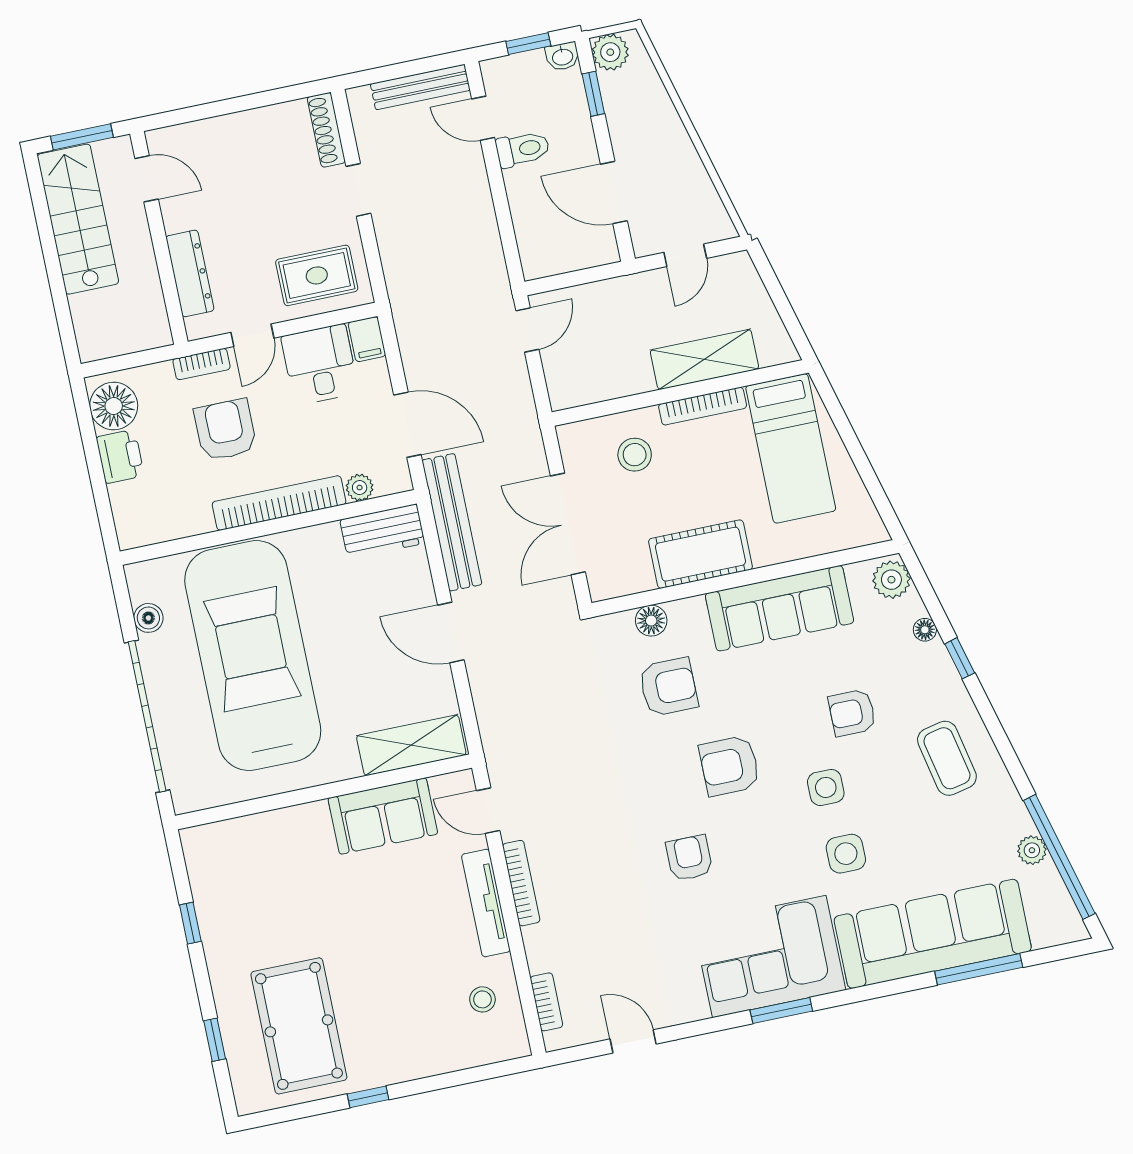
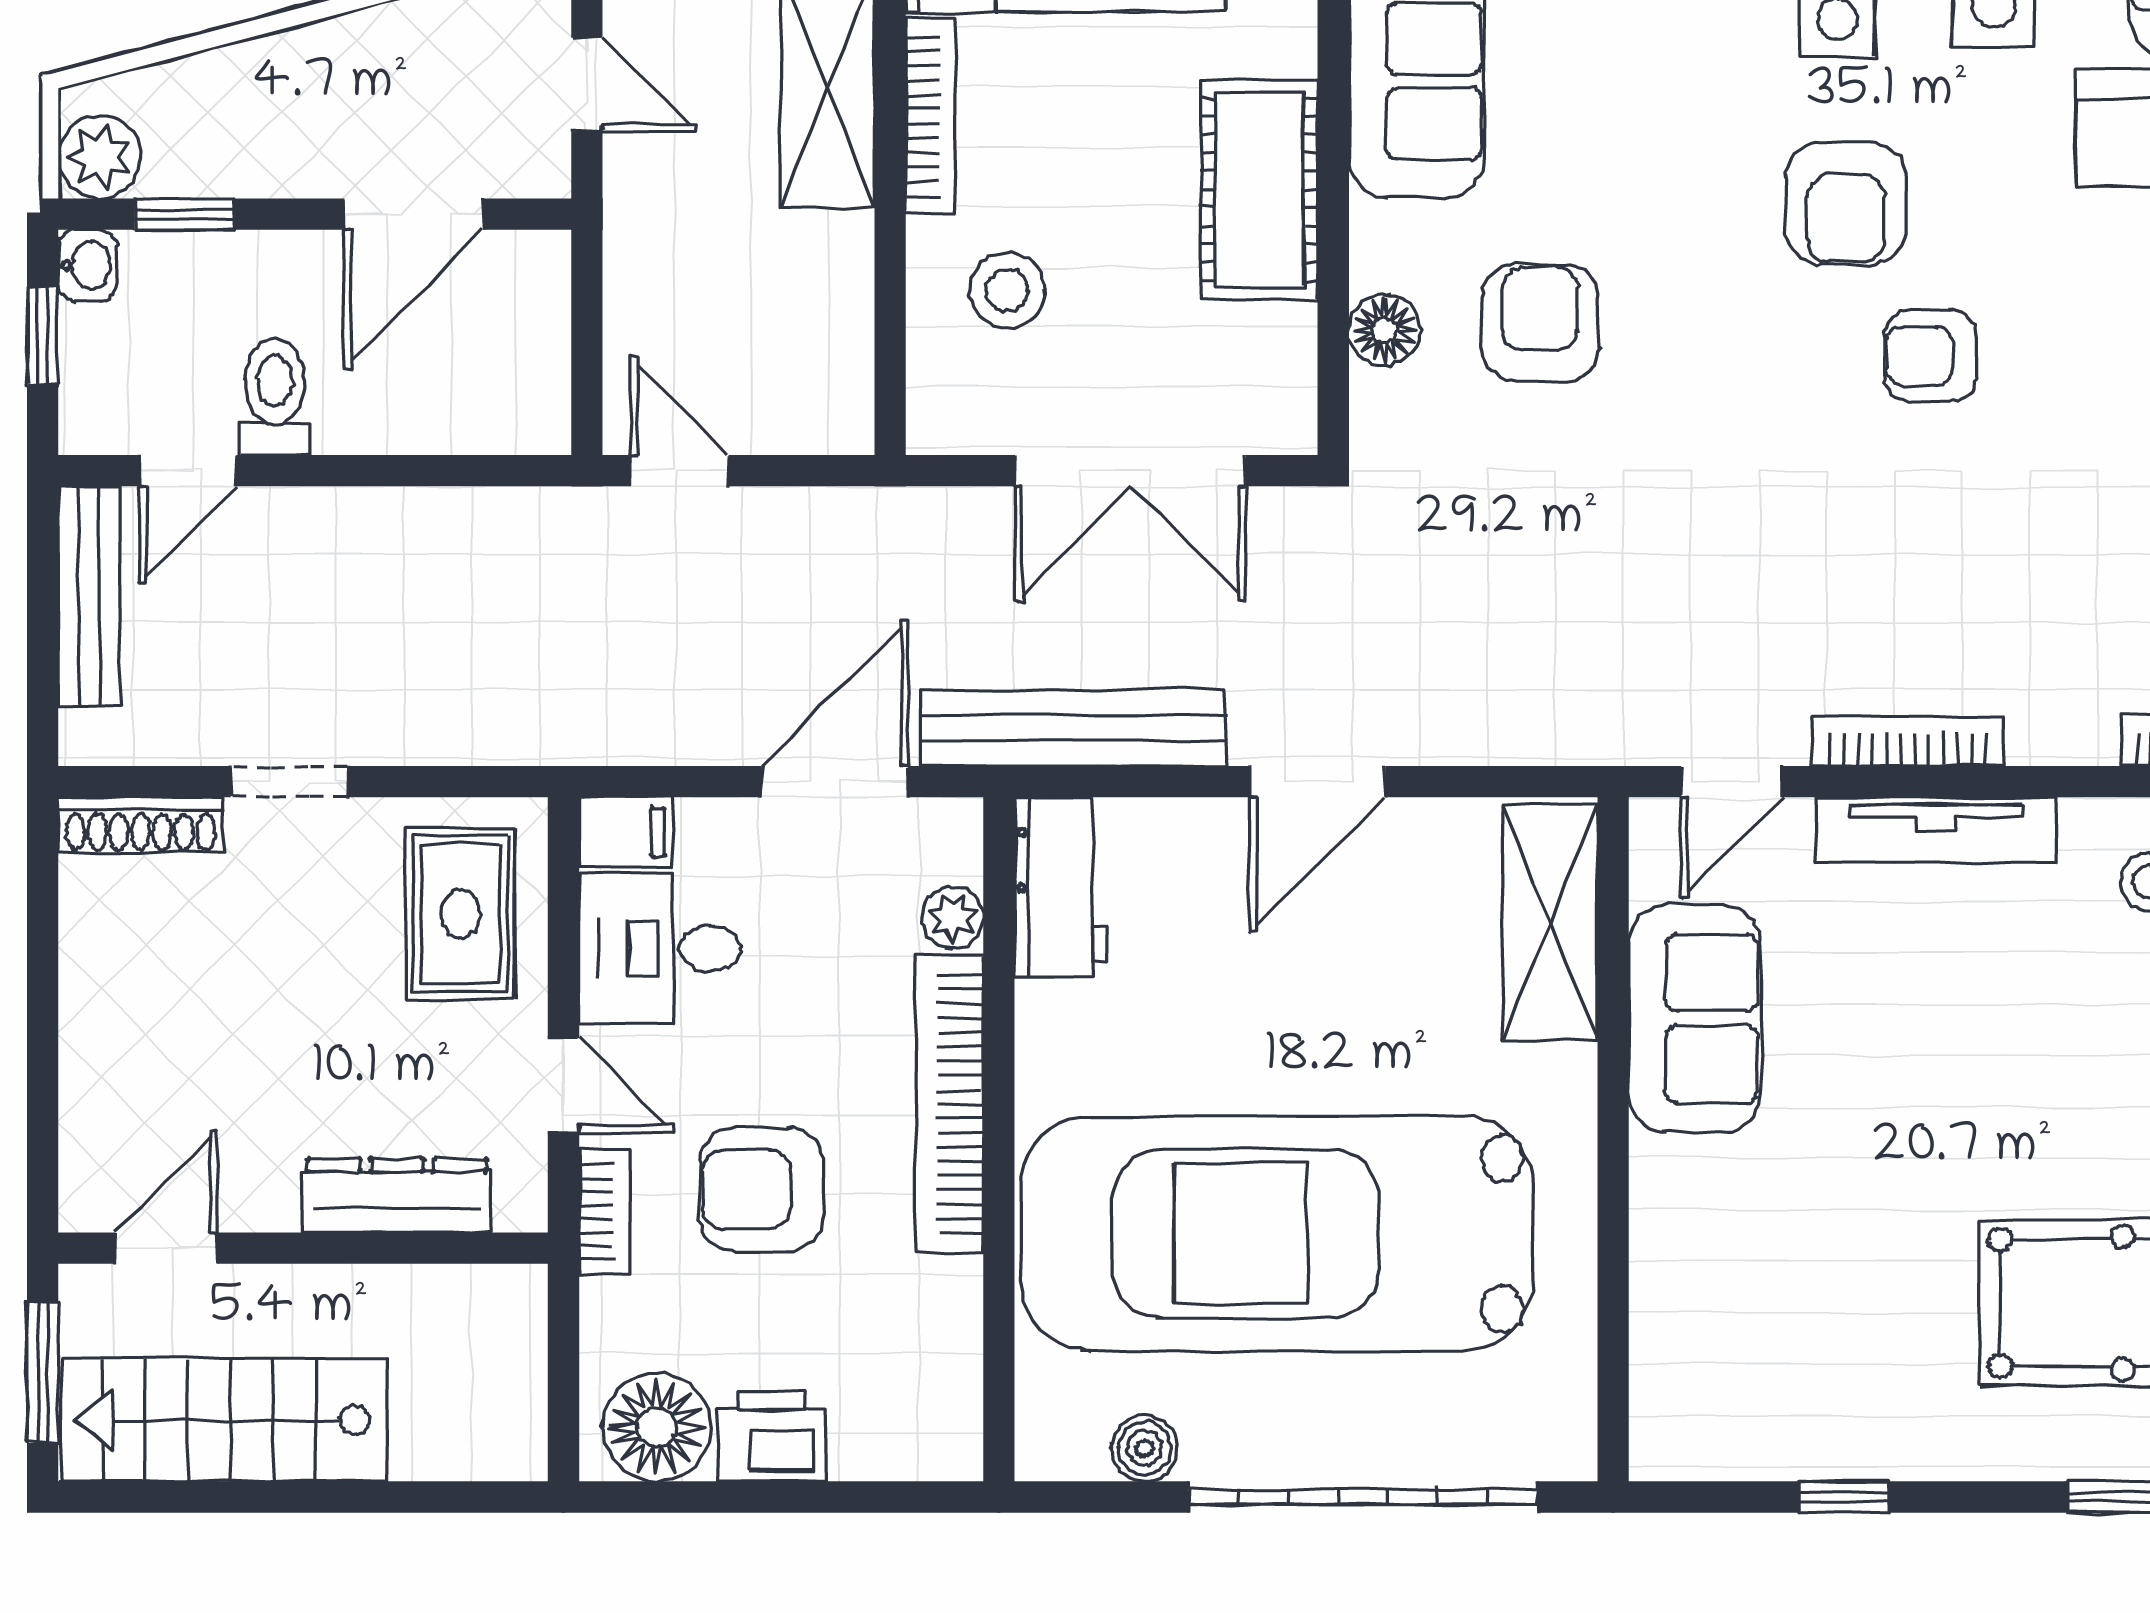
armchair: (729, 766) -> (1846, 203), moved

